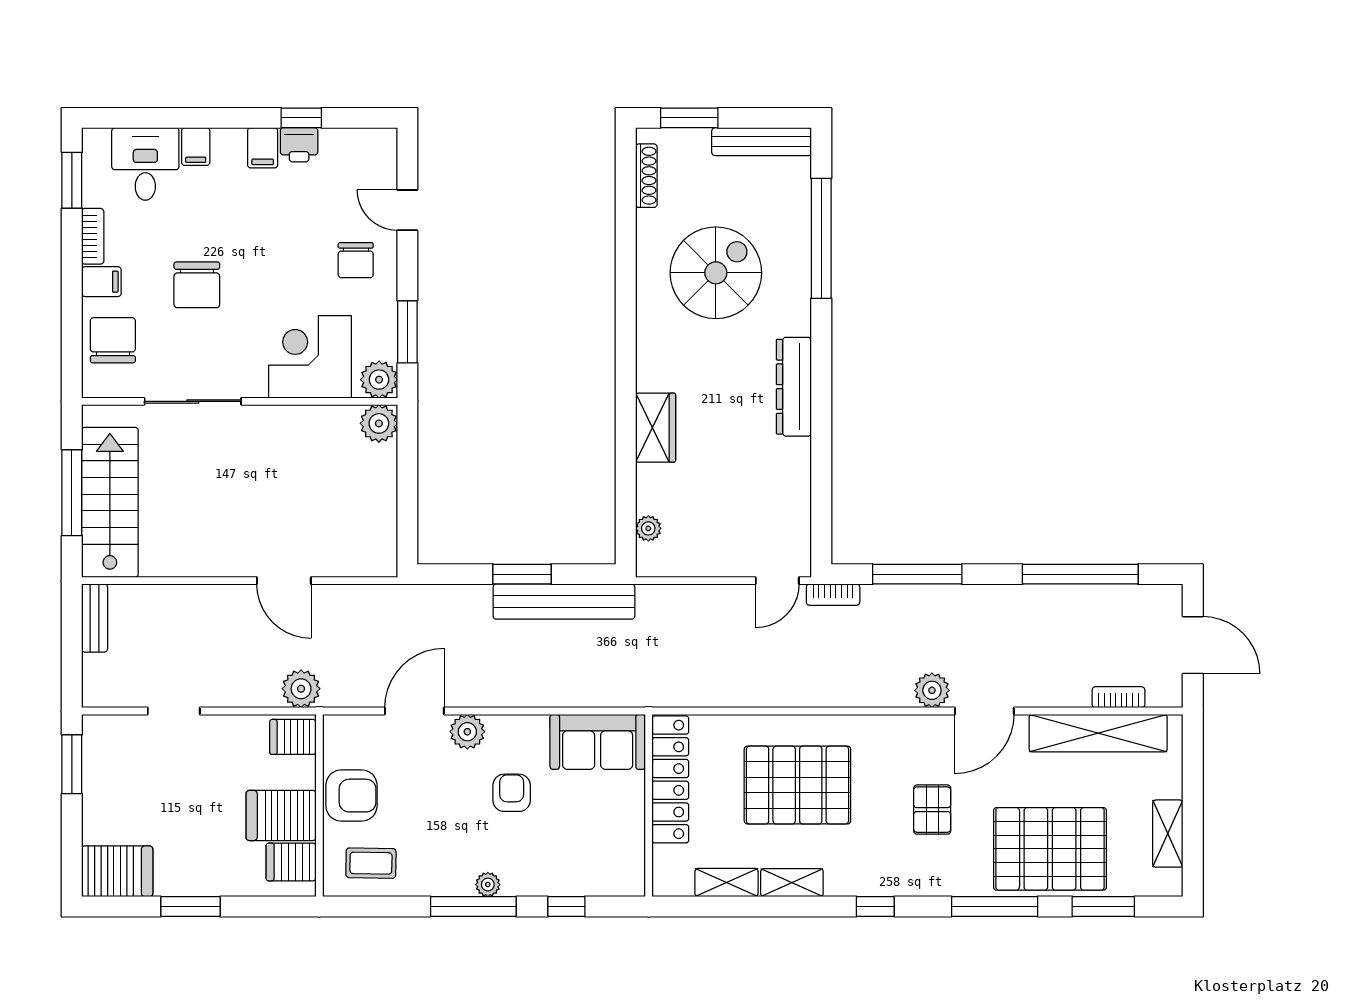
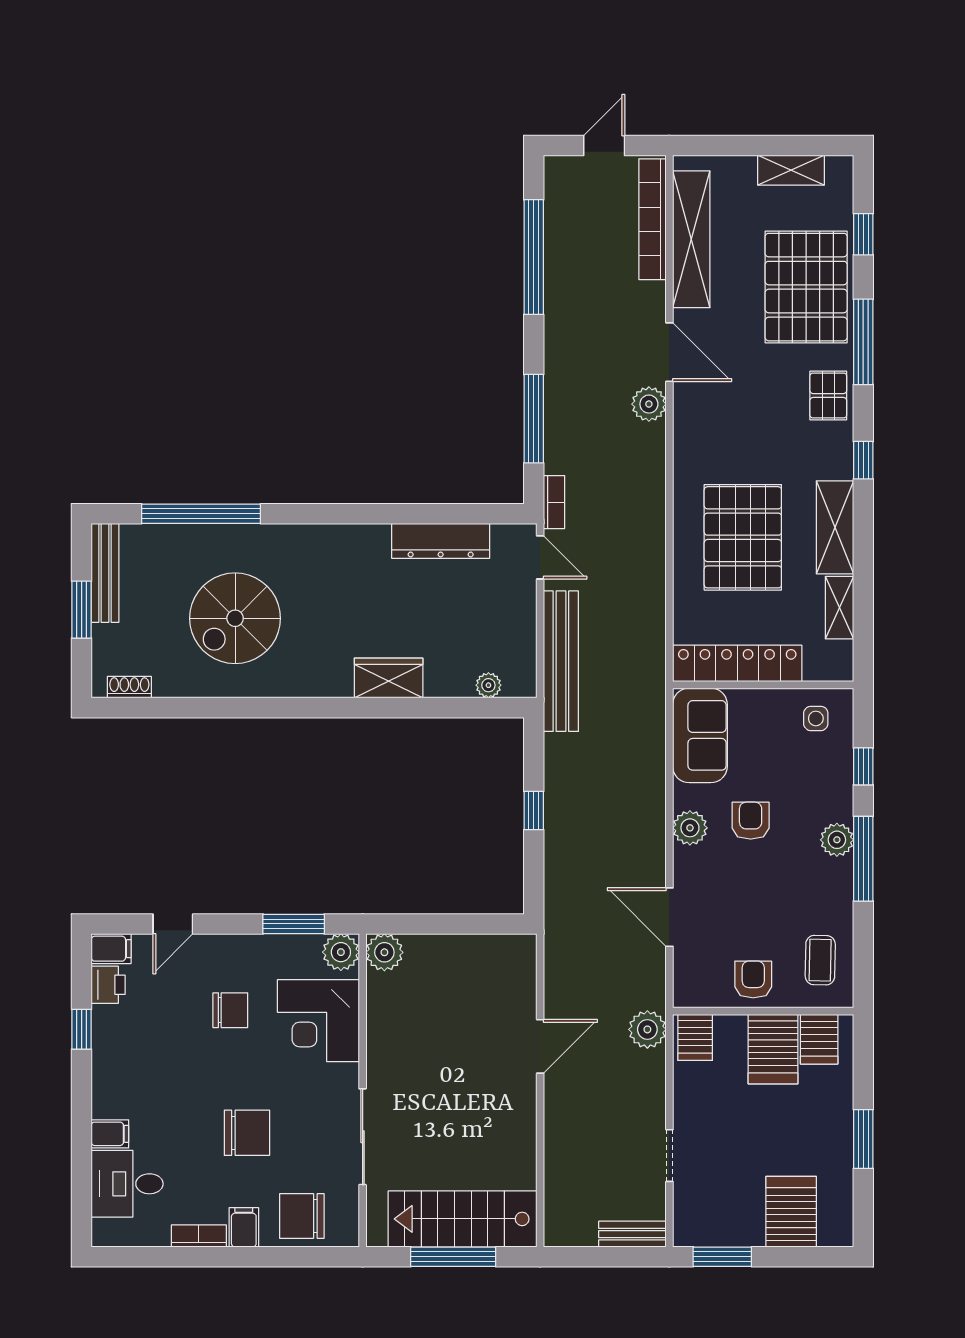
window: (689, 118) -> (82, 610), moved
printer: (299, 145) -> (108, 985), moved
filing cabinet: (263, 148) -> (111, 949), moved
shoe rack: (646, 176) -> (129, 687), width x0.70
window: (72, 180) -> (143, 1257), removed
chair: (356, 260) -> (230, 1010), moved
spiral stairs: (716, 273) -> (235, 618), turned -90
dresser: (794, 387) -> (441, 541), moved
window: (522, 574) -> (534, 810), width x0.67
bench: (564, 602) -> (561, 661), moved
bench: (95, 618) -> (632, 1234), moved
door: (1193, 645) -> (604, 146), width x0.73
bookcase: (1118, 697) -> (652, 219), width x2.31, depth x1.31
plant: (467, 732) -> (690, 828), moved
armchair: (512, 793) -> (751, 821), turned 90
armchair: (351, 796) -> (753, 979), width x0.72, depth x0.72
pallet: (932, 810) -> (828, 396), moved, turned 90
side table: (615, 859) -> (816, 718), added
server rack: (117, 871) -> (791, 1212), moved
shelving: (792, 883) -> (835, 527), width x1.50, depth x1.33
plant: (488, 885) -> (837, 840), width x1.38, depth x1.38
window: (1103, 907) -> (863, 234), width x0.67

